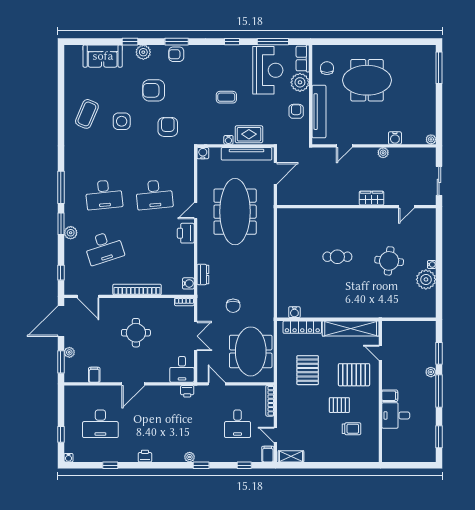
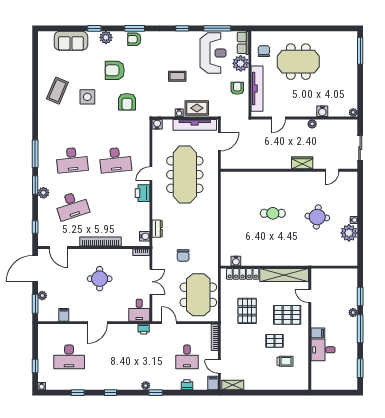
armchair: (168, 127) -> (127, 102), turned 180
printer: (145, 456) -> (187, 385), moved
window: (244, 465) -> (110, 393), moved

